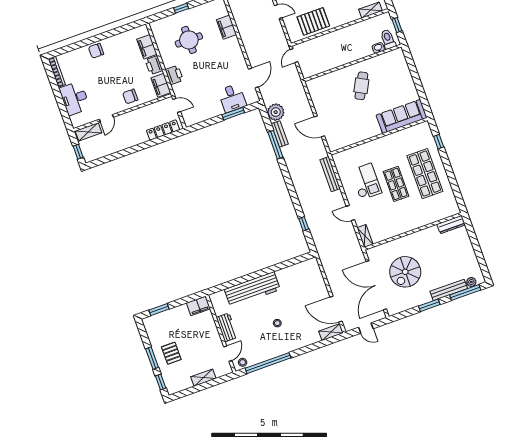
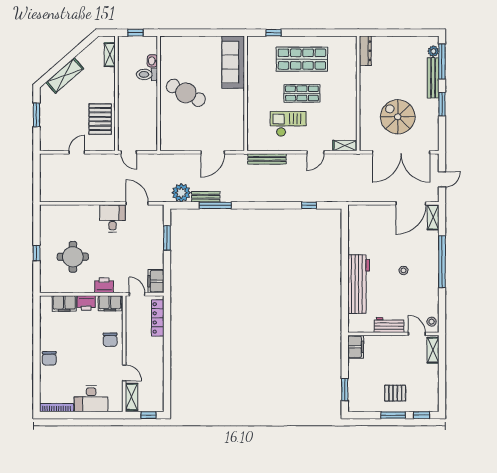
filing cabinet: (226, 27) -> (156, 281), moved, turned 90
toilet: (388, 39) -> (147, 74), moved
cafe table: (361, 86) -> (186, 93), width x1.37, depth x1.35
desk: (232, 98) -> (113, 218), moved, turned -90
door: (177, 105) -> (137, 294), hinge flipped
spiral stairs: (405, 272) -> (398, 117), turned 180
window: (268, 363) -> (442, 262), moved
shelving: (203, 378) -> (433, 350), moved

